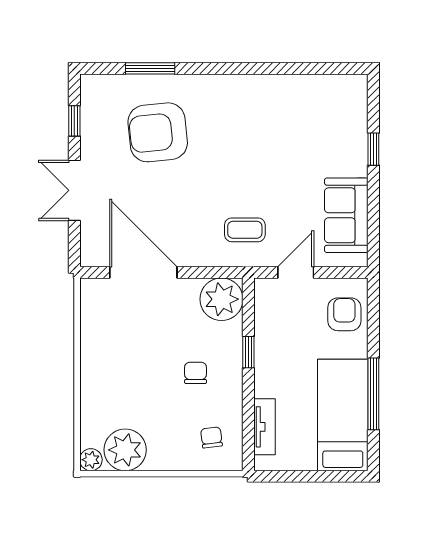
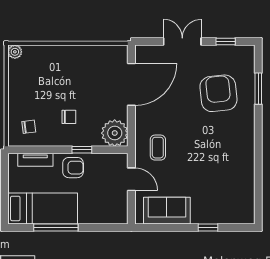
armchair: (344, 314) -> (73, 168), moved
plant: (125, 450) -> (21, 73), removed

